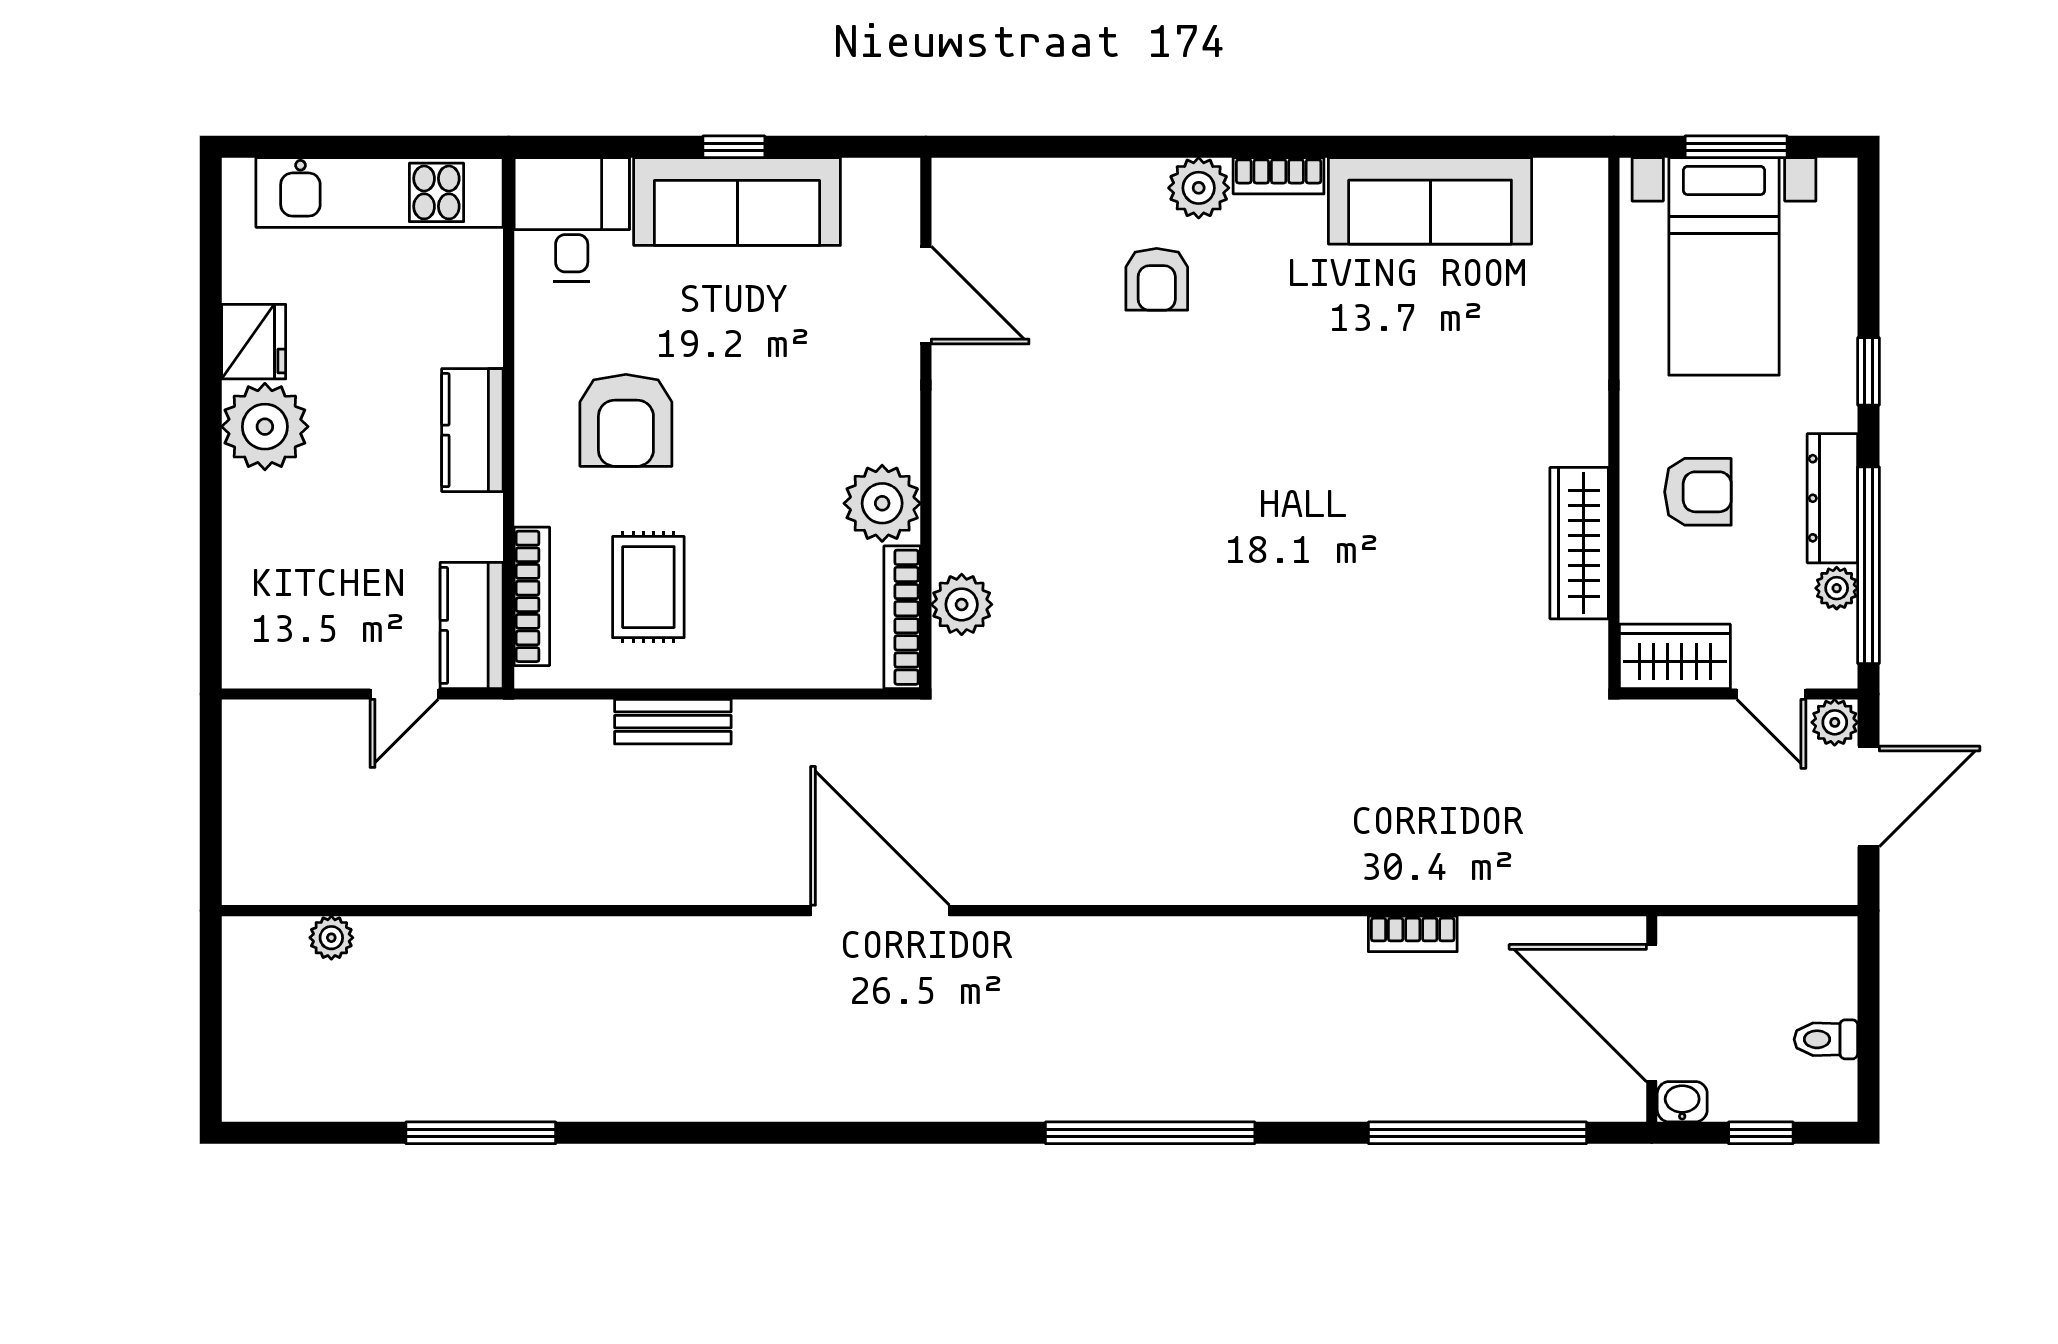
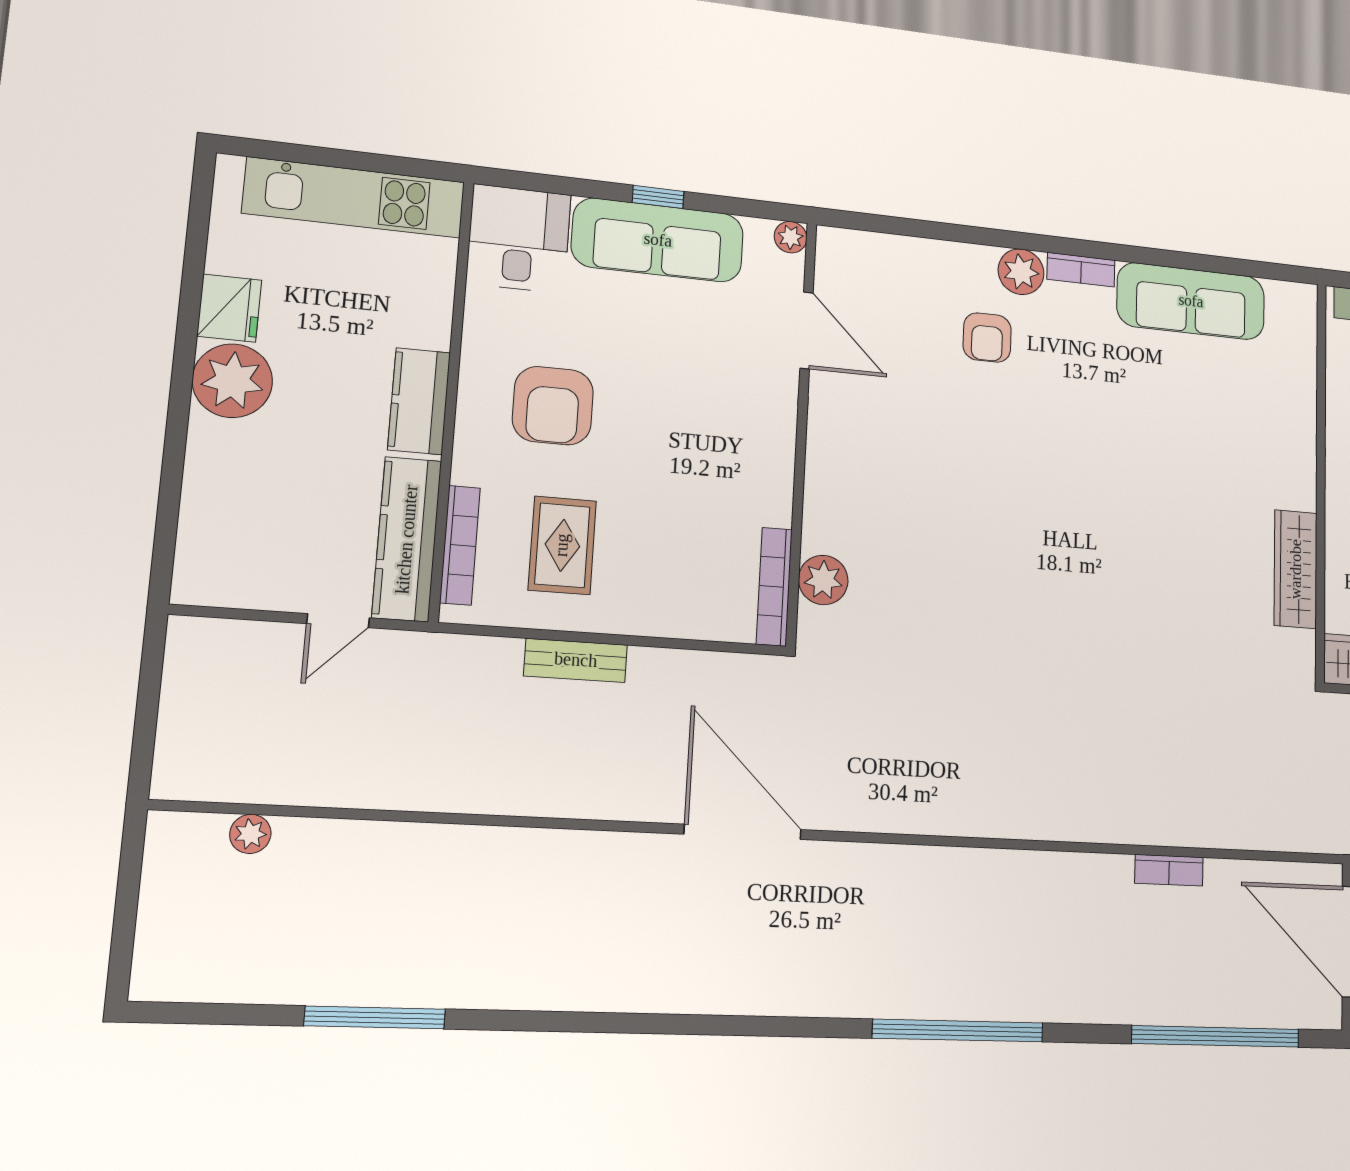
plant: (882, 503) -> (791, 237), moved, width x0.53, depth x0.53
kitchen counter: (472, 625) -> (407, 539), width x1.50

